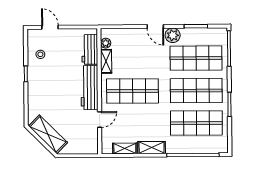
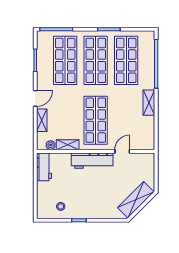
door: (50, 27) -> (35, 197), removed
plant: (173, 35) -> (44, 82), removed
workbench: (90, 49) -> (44, 167), moved, turned -90
door: (100, 120) -> (122, 151), hinge flipped
shelving: (125, 148) -> (42, 120), moved

